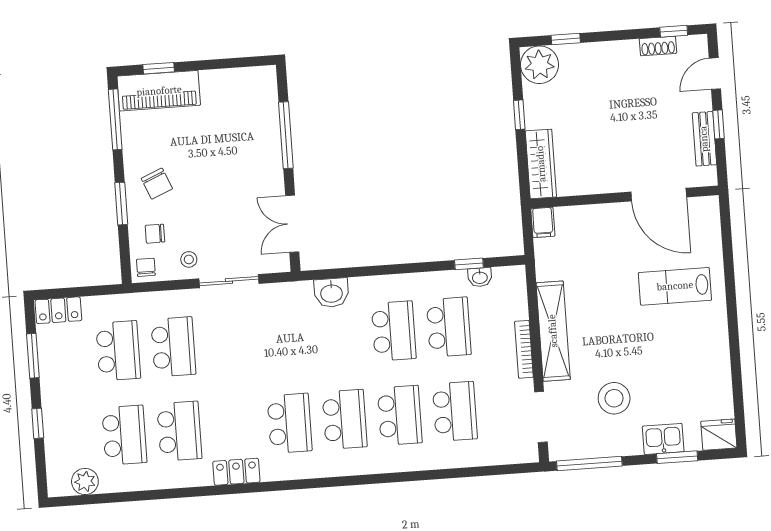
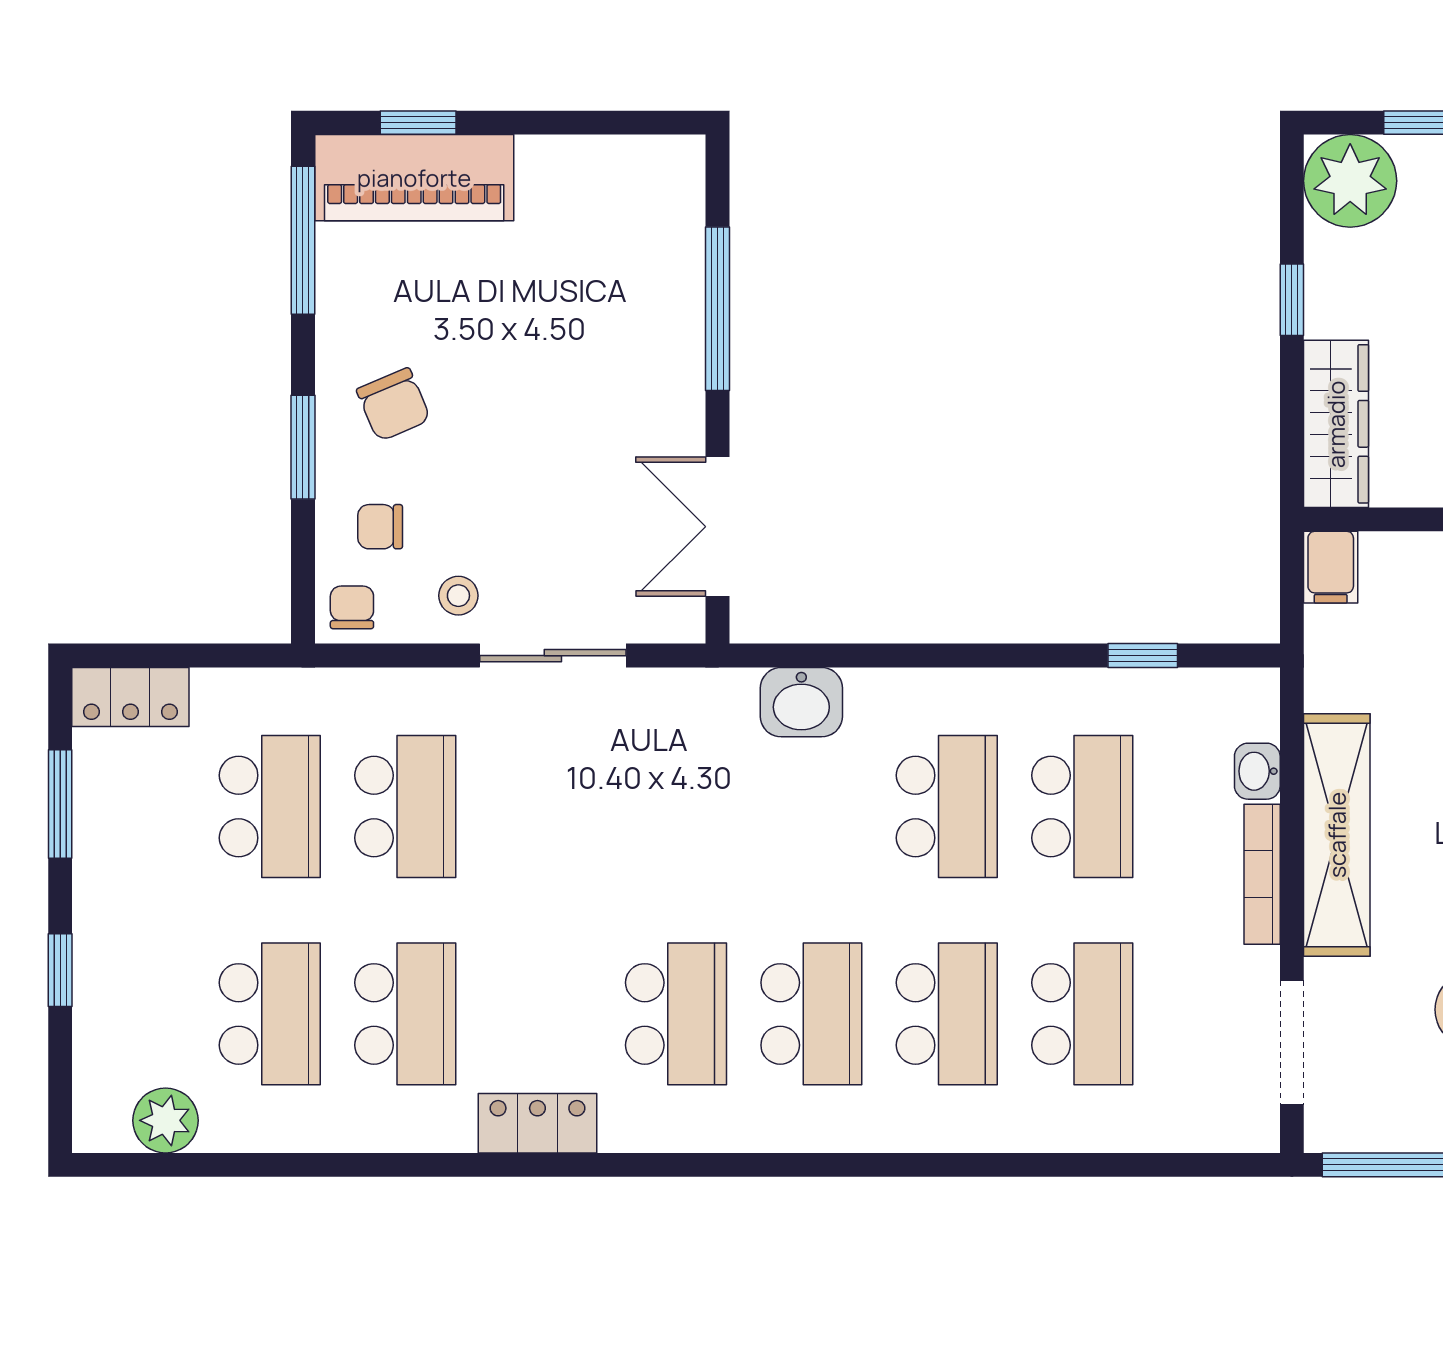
washbasin: (480, 277) -> (1257, 771), moved, turned 90

